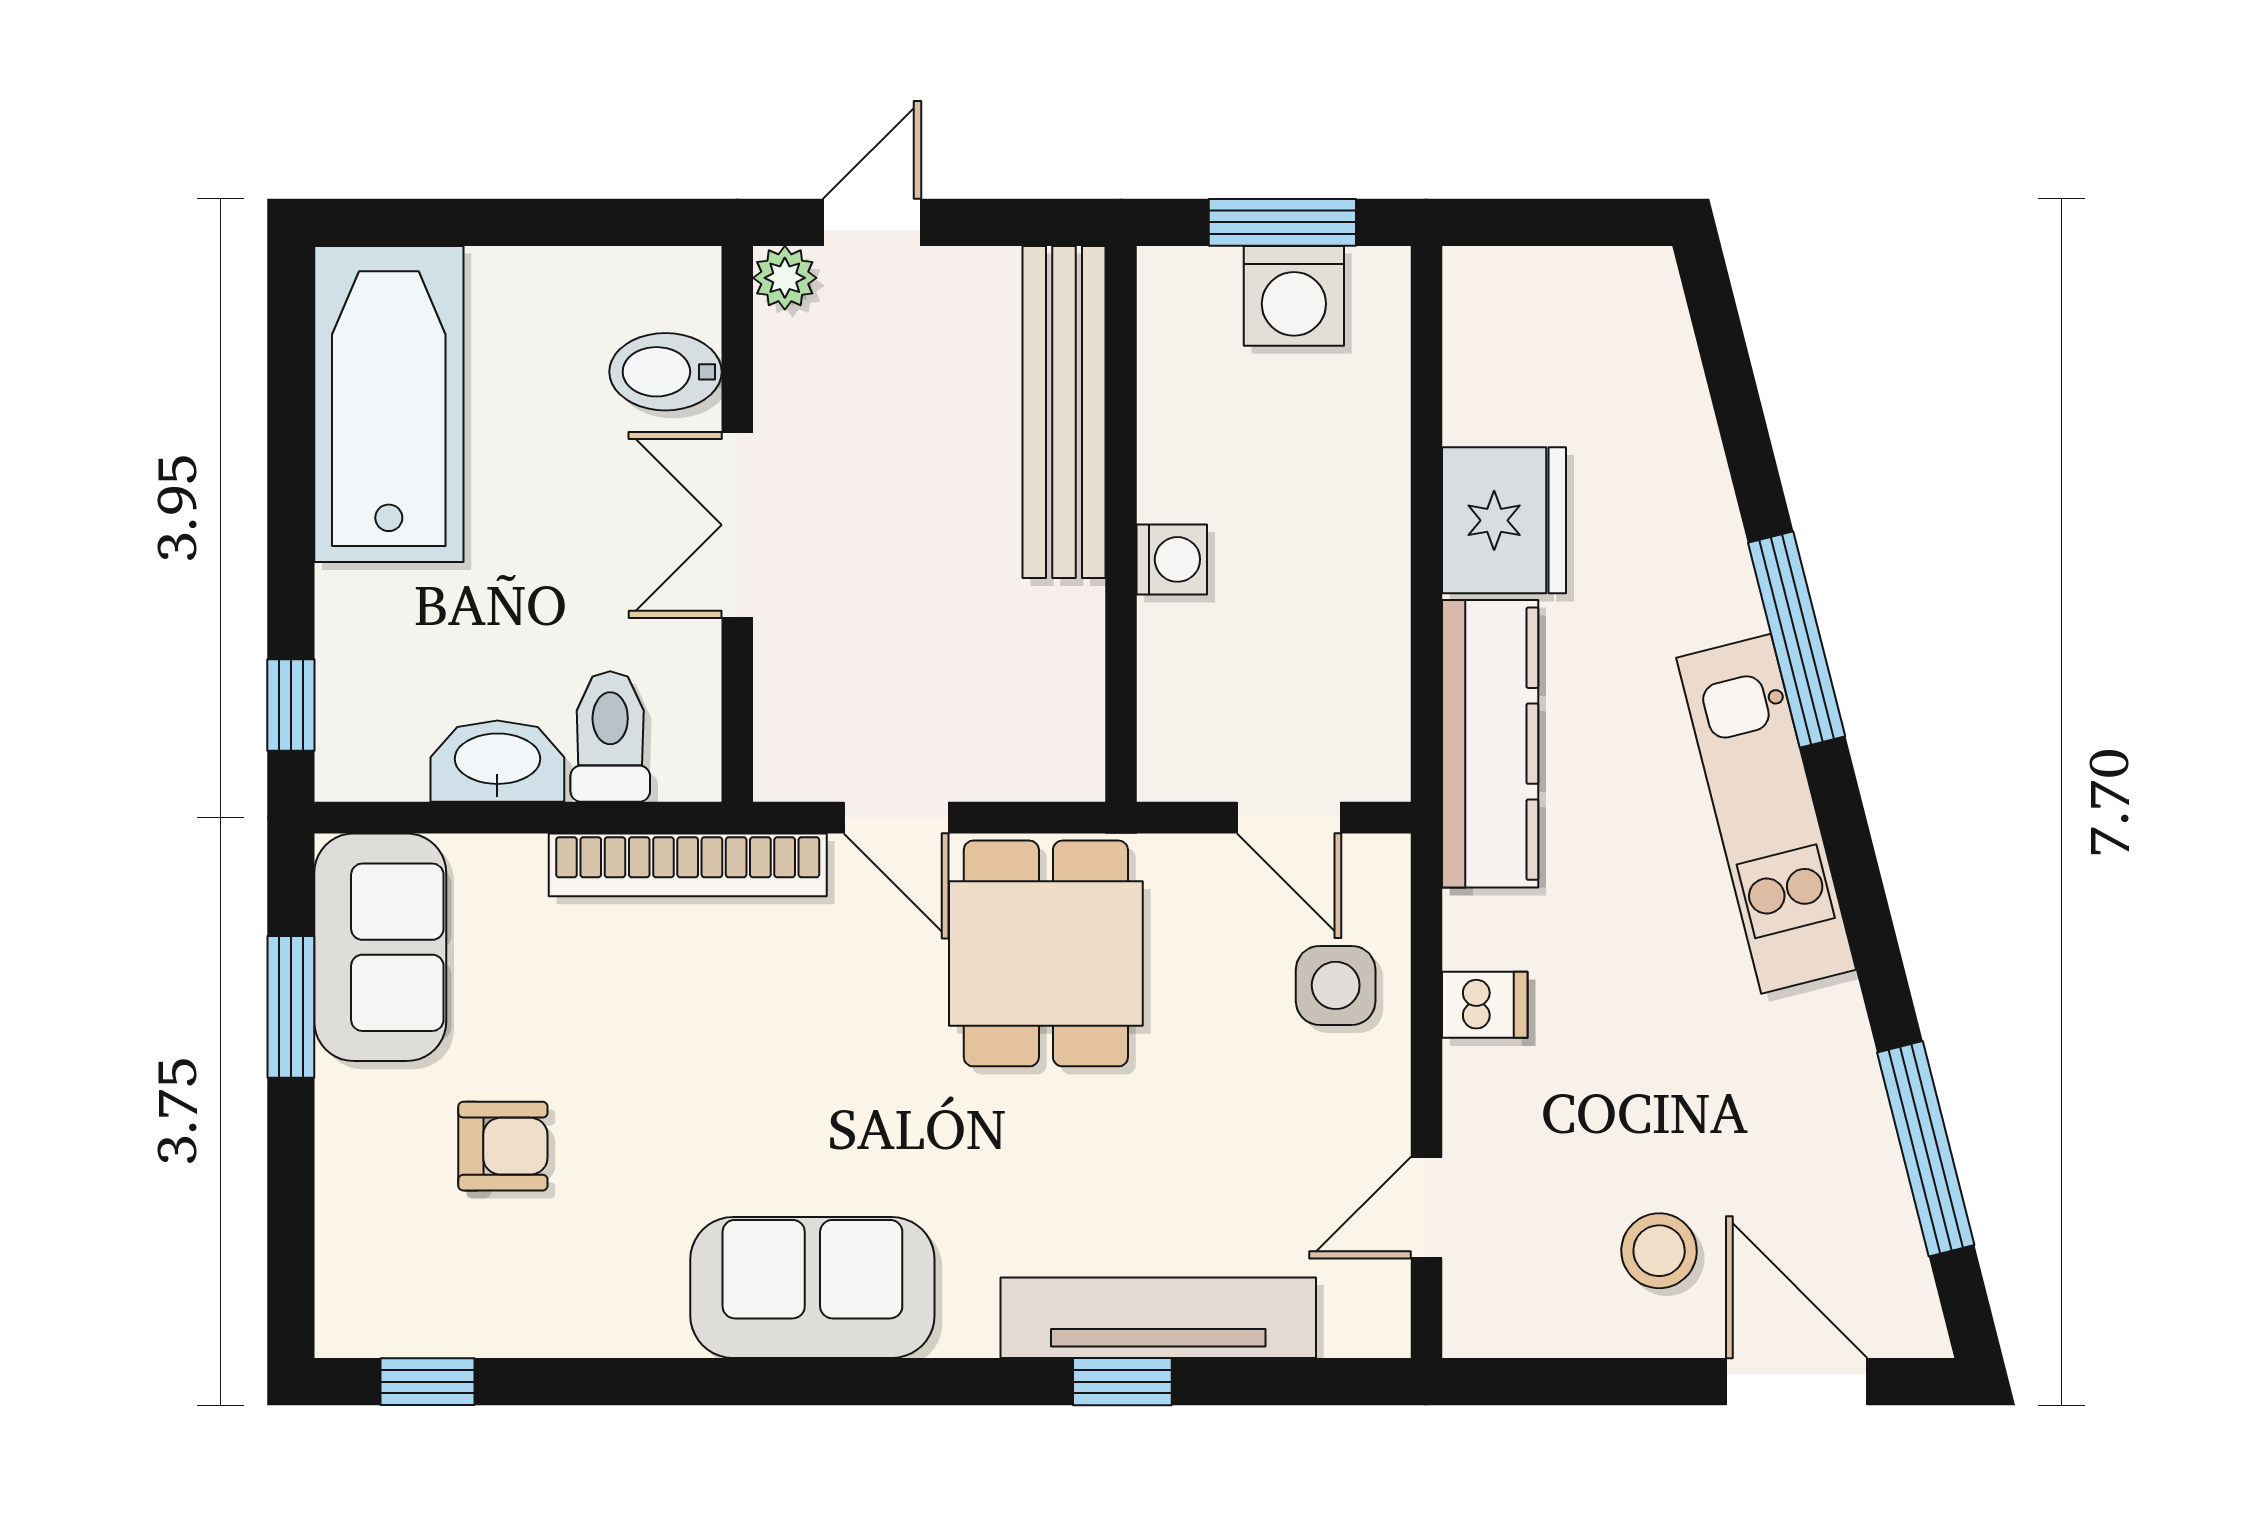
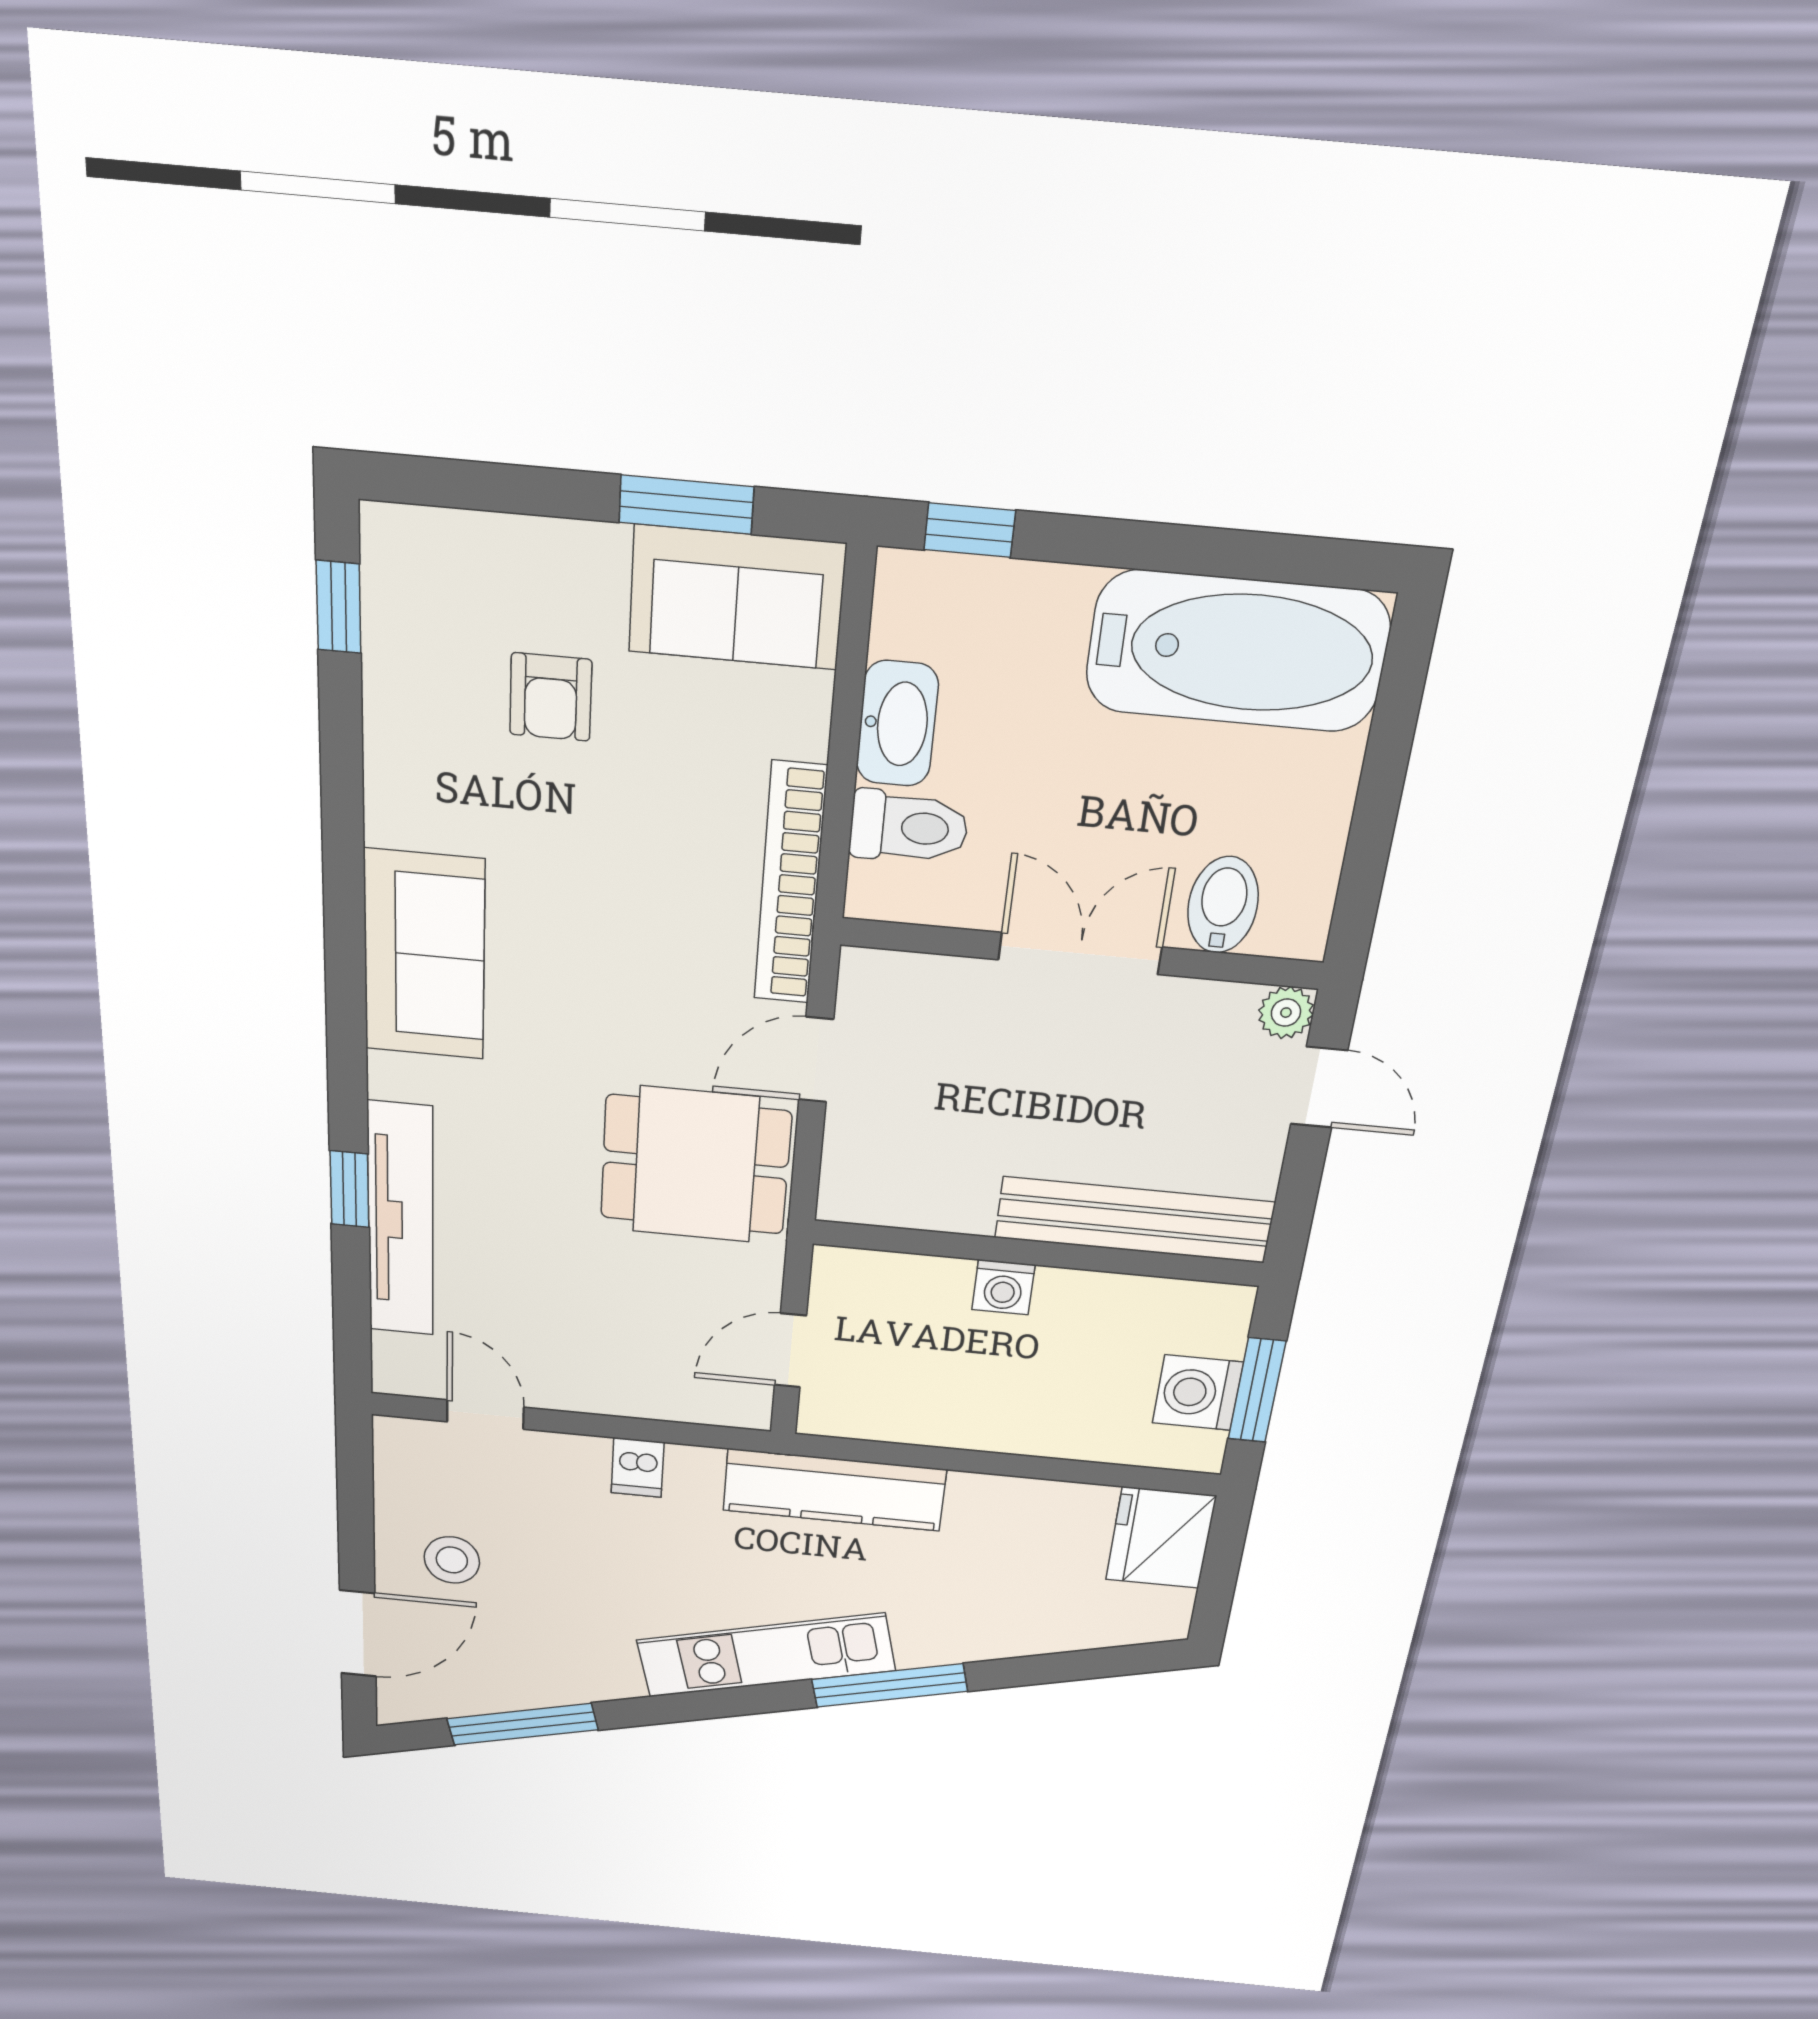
fridge: (1504, 520) -> (1161, 1538), moved, turned 90
side table: (1336, 985) -> (658, 1370), removed

